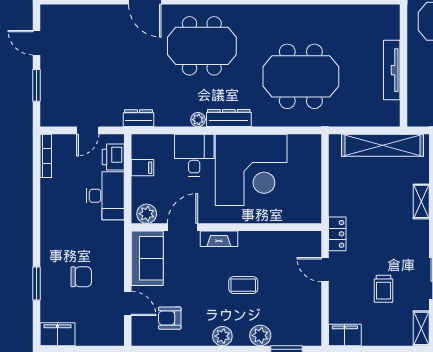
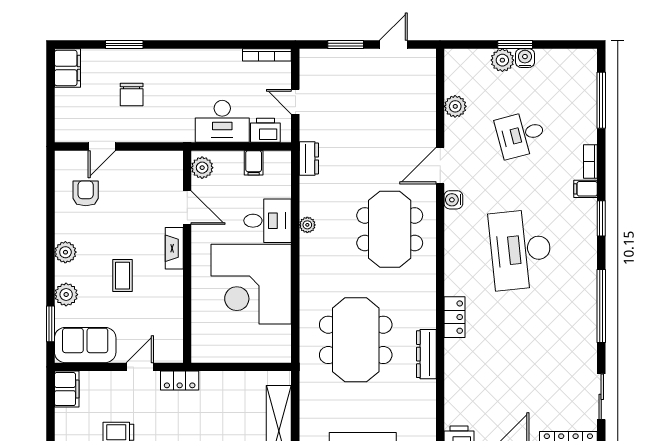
dresser: (229, 118) -> (426, 354), moved, turned 180
sofa: (147, 258) -> (85, 345), moved, turned 180

